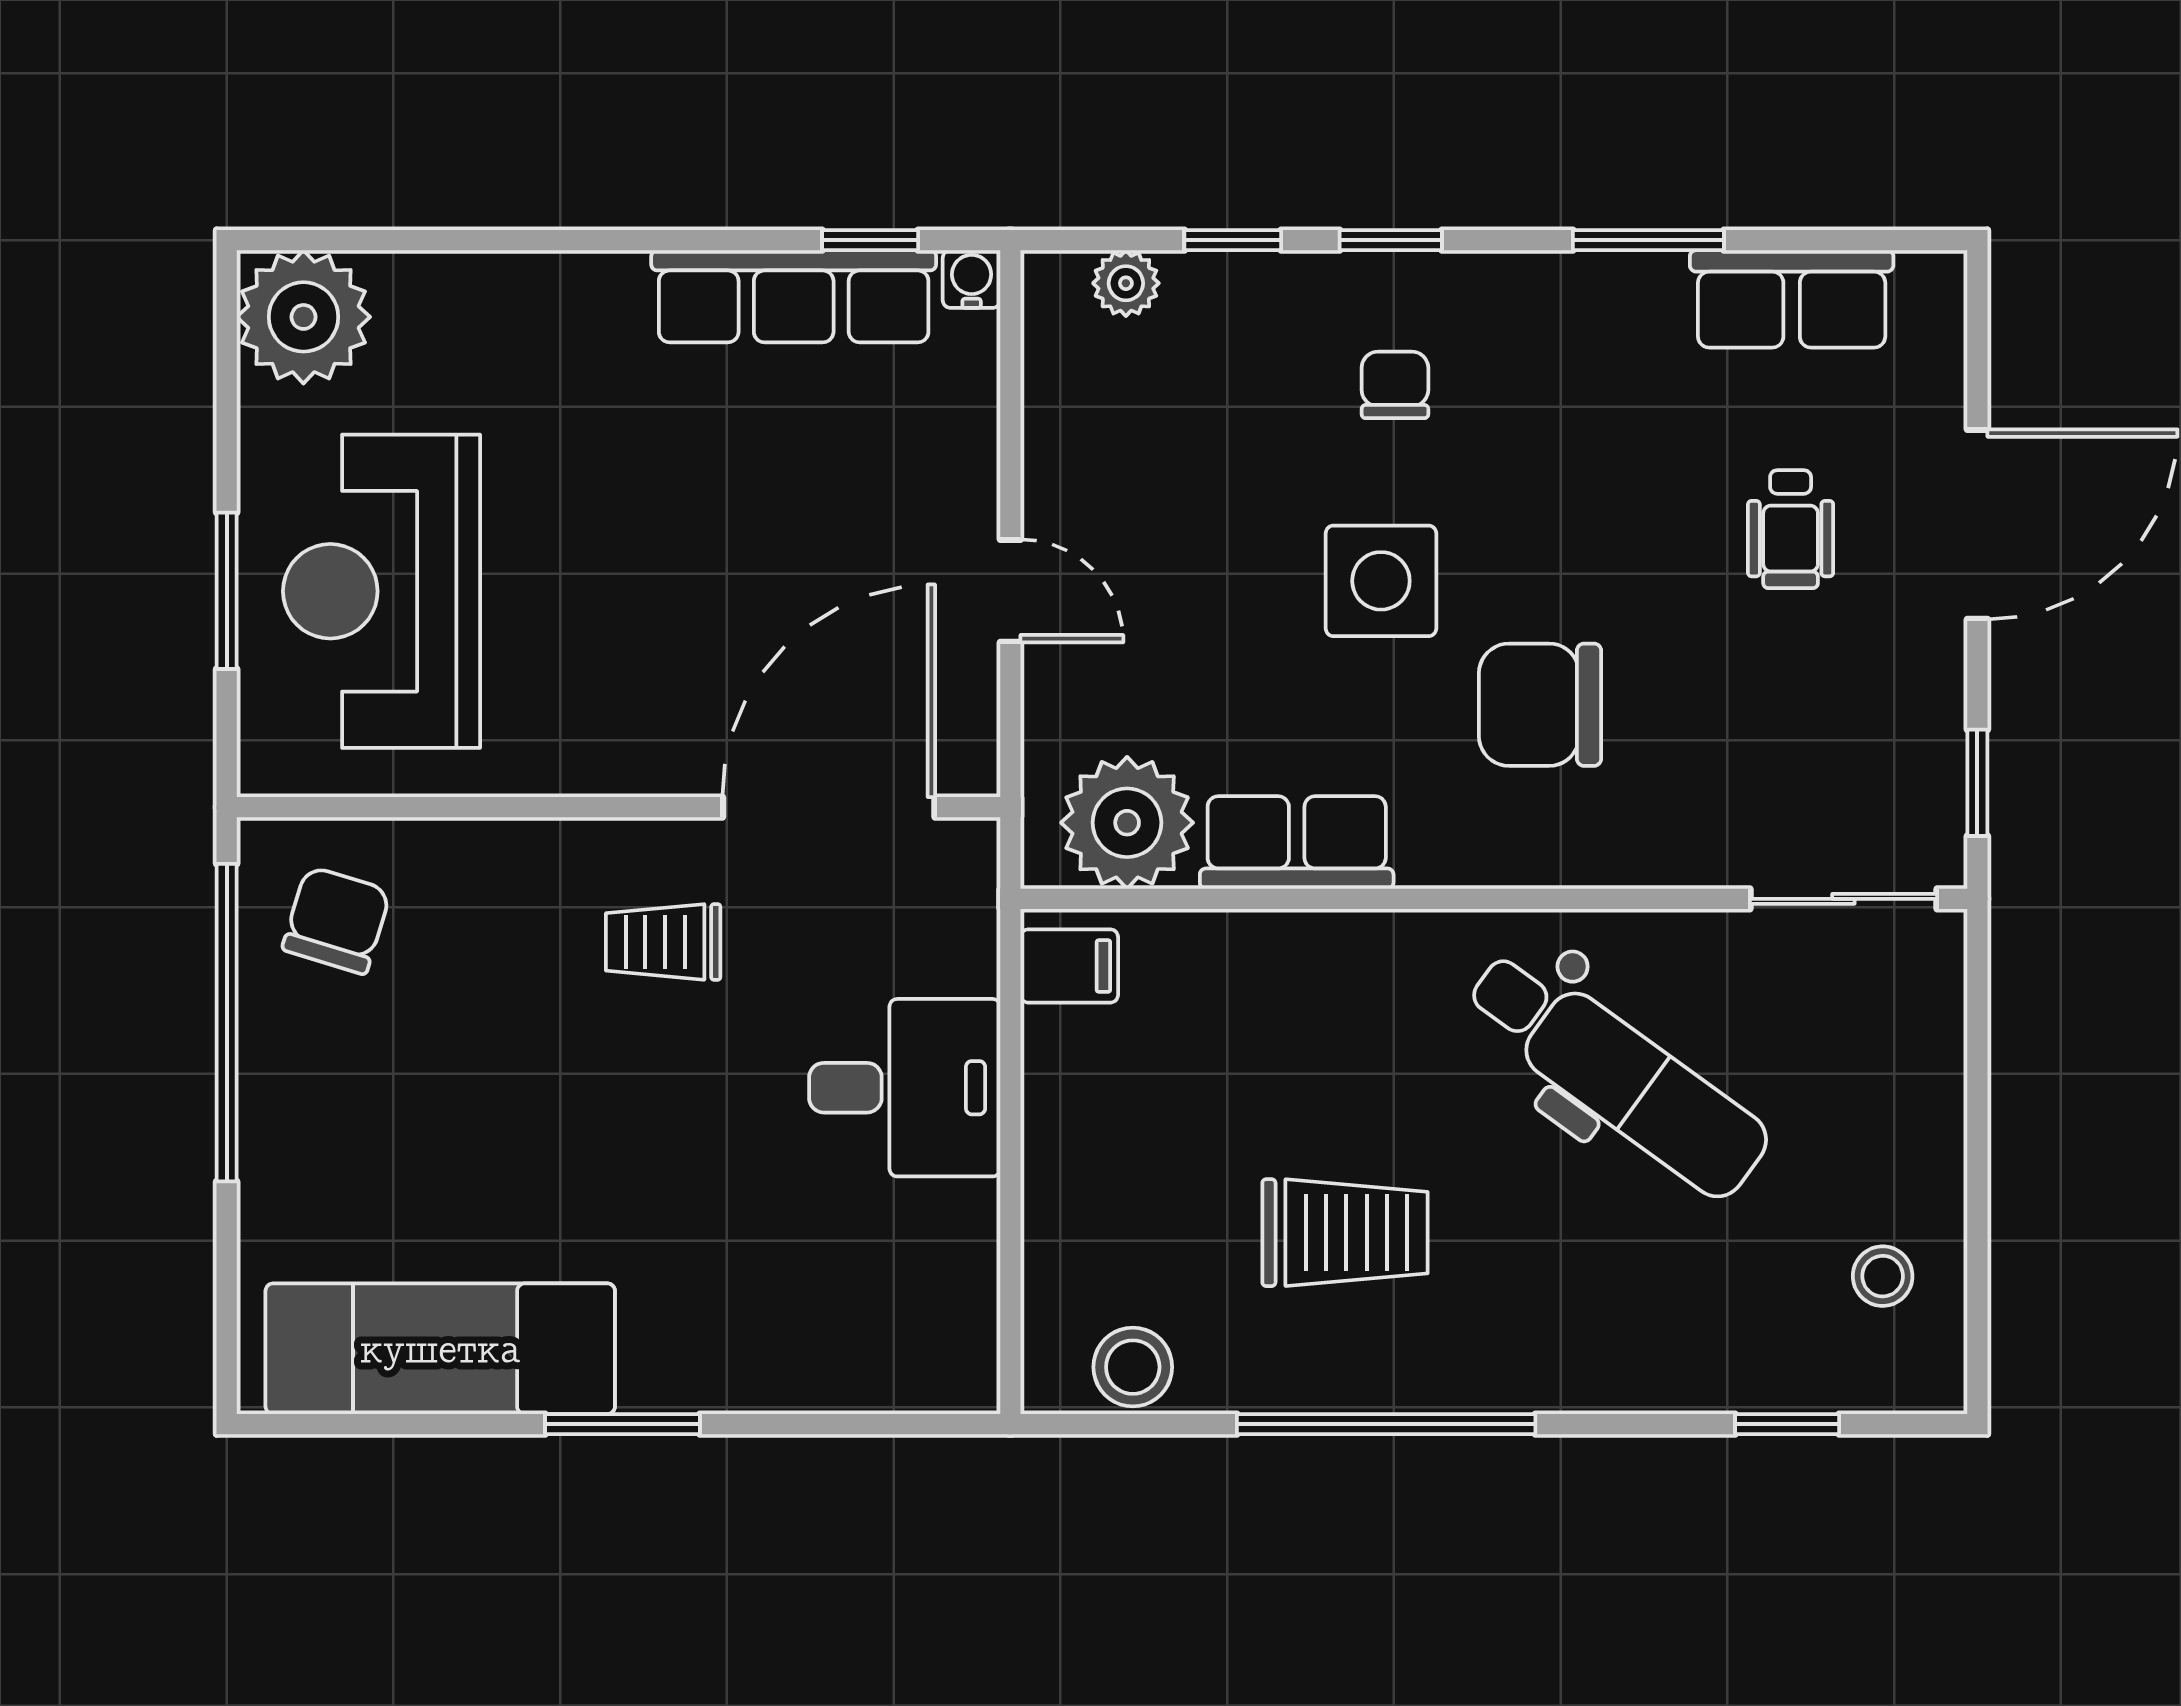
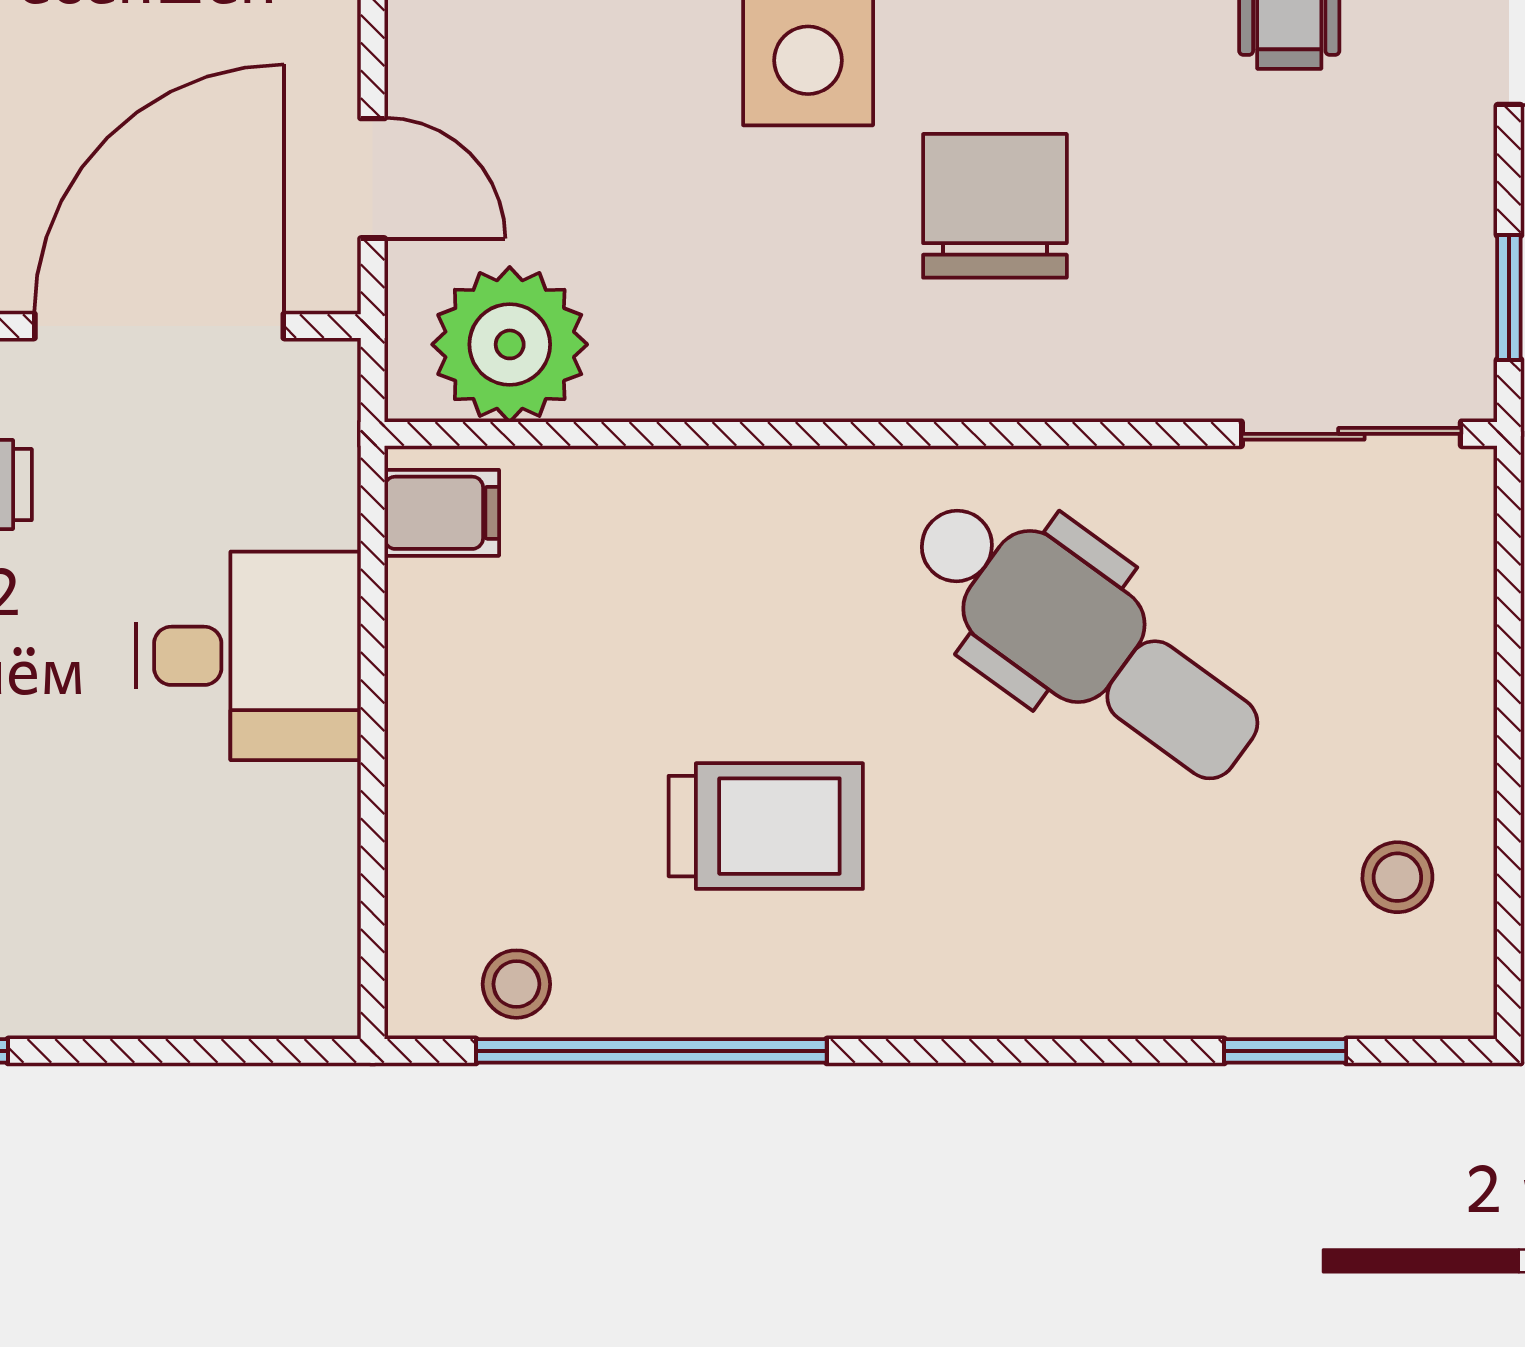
door: (1010, 591) -> (373, 178), moved
chair: (1540, 705) -> (995, 206), turned 90
row of seats: (1297, 842) -> (709, 368), removed
stool: (1133, 1367) -> (516, 984), width x0.73, depth x0.73
window: (1386, 1424) -> (651, 1051), moved

